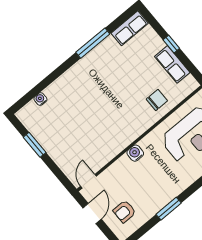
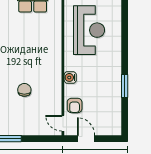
chair: (157, 100) -> (24, 90), moved
armchair: (125, 211) -> (75, 105), moved

